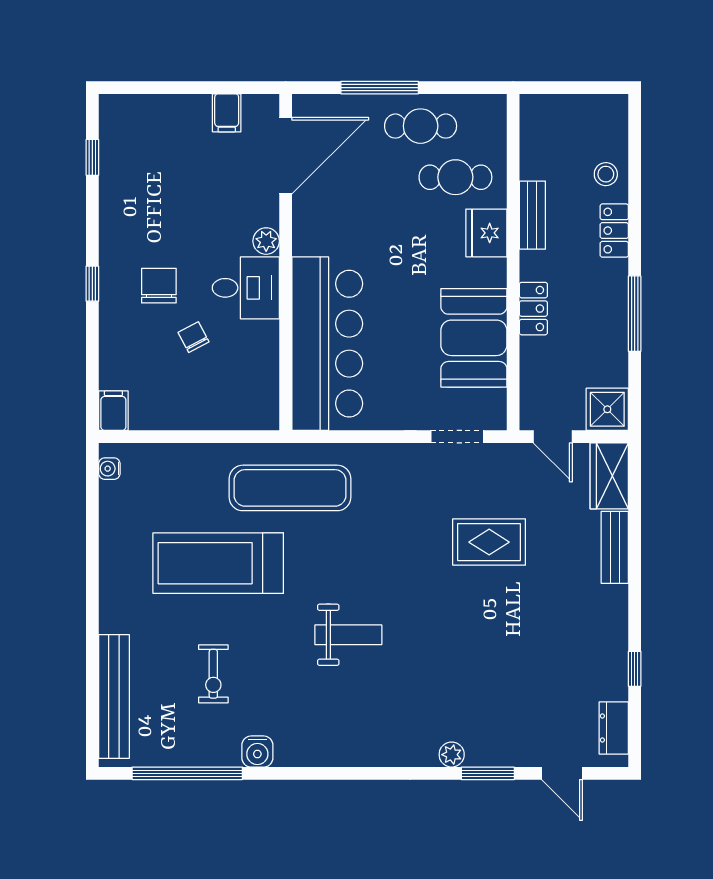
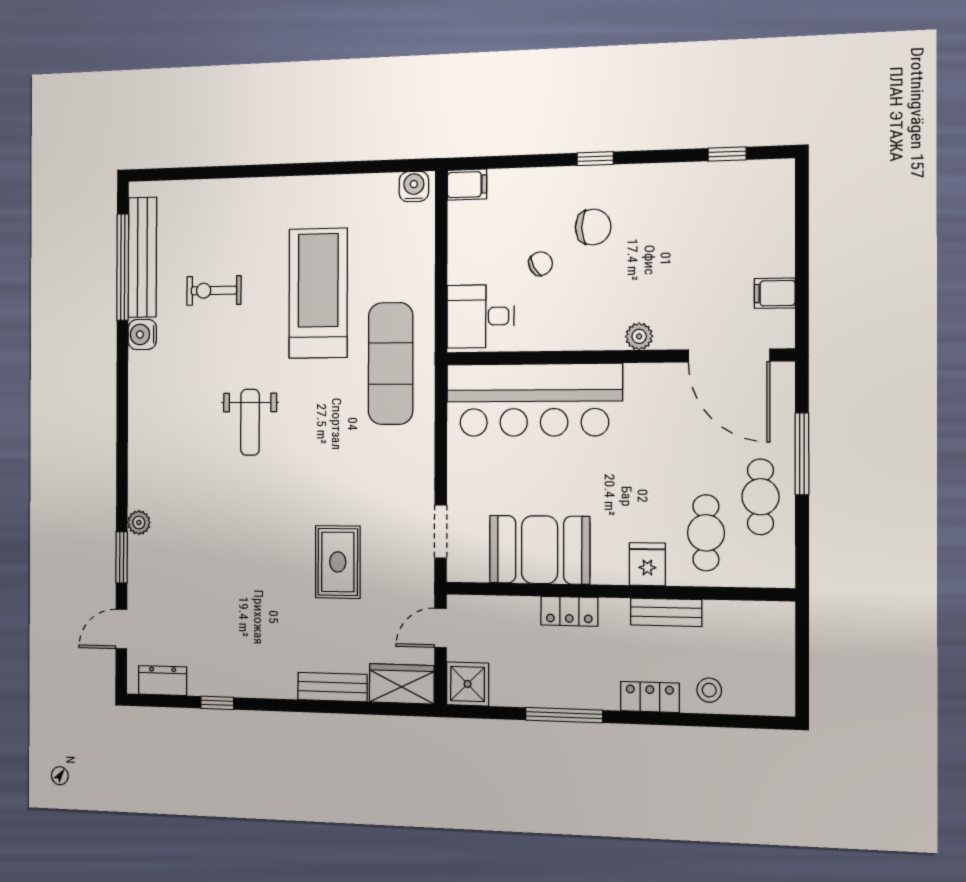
fridge: (486, 233) -> (647, 564), width x0.72
desk: (246, 288) -> (480, 316), moved, turned 90
water cooler: (109, 469) -> (414, 186), width x1.38, depth x1.38
bench: (114, 696) -> (142, 257), moved, turned 90

